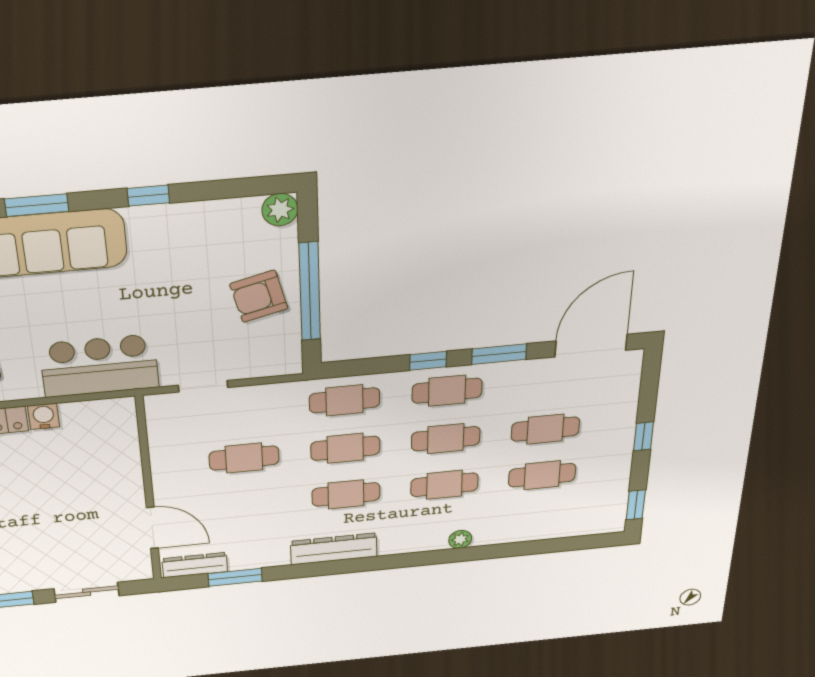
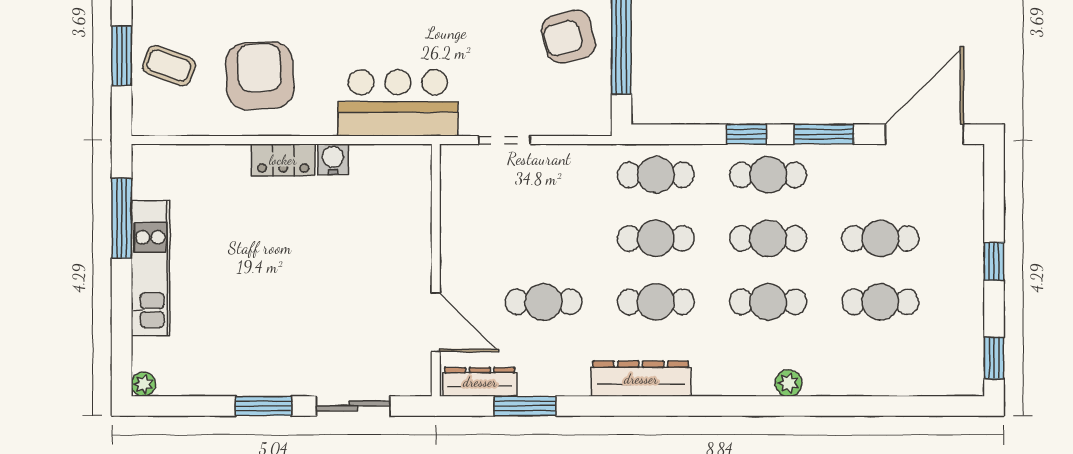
cafe table: (244, 458) -> (544, 302), moved

